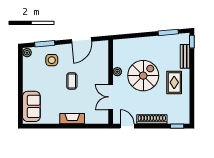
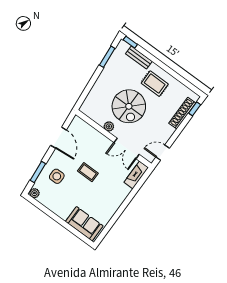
spiral stairs: (143, 76) -> (129, 106), turned 180
fireplace: (72, 119) -> (136, 175), moved
shoe rack: (152, 119) -> (182, 113), moved

